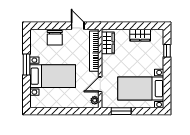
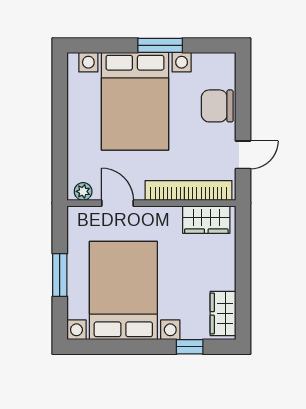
wardrobe: (140, 35) -> (223, 313), moved
bed with nightstands: (53, 76) -> (135, 101), width x1.36
bed with nightstands: (141, 89) -> (123, 290), width x1.36
window: (121, 111) -> (60, 275), moved

